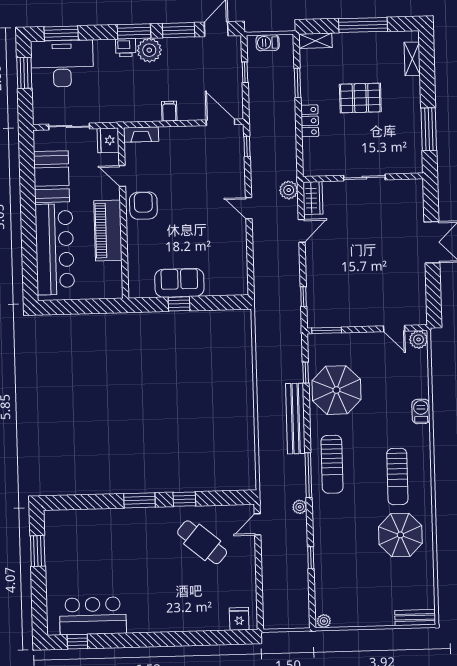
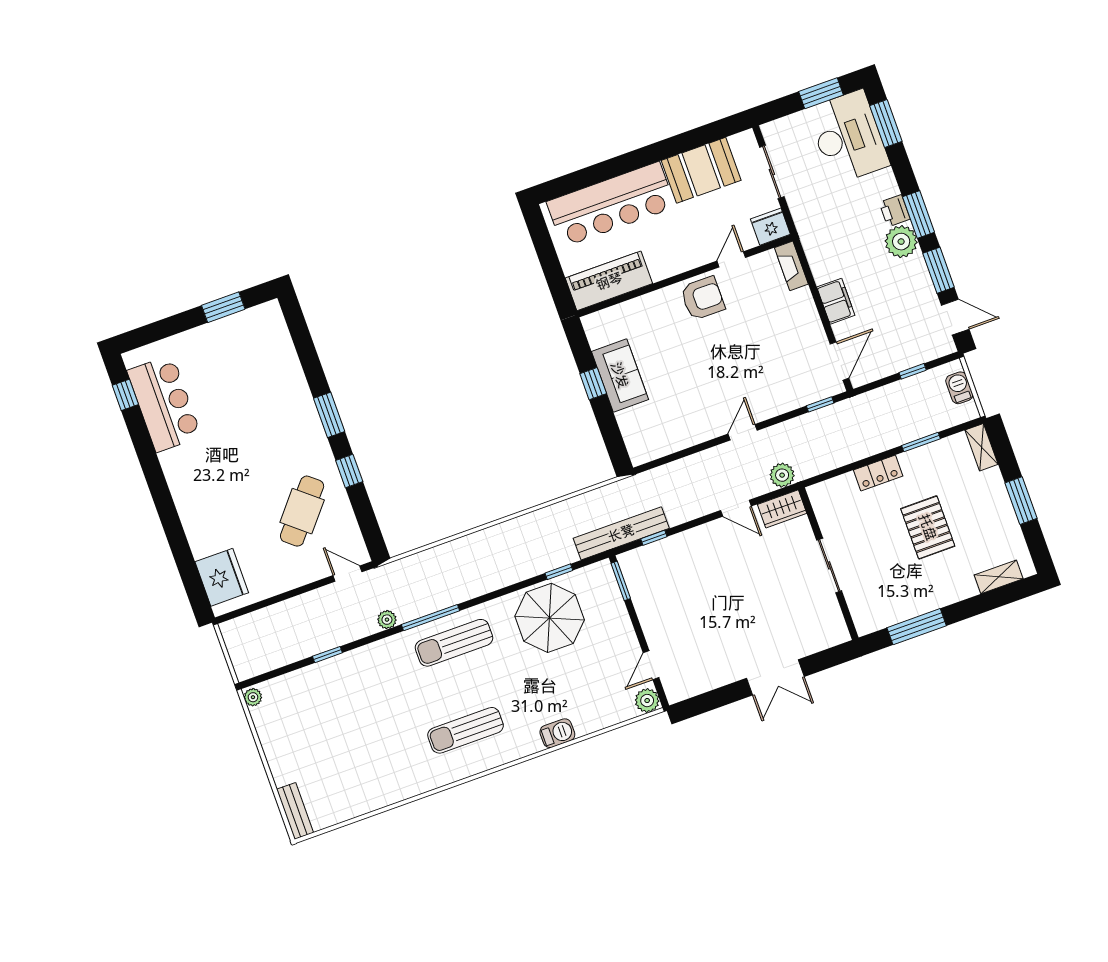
window: (363, 25) -> (1021, 501), width x0.69
filing cabinet: (169, 111) -> (836, 301), width x2.00
piano: (108, 230) -> (609, 281), moved
bench: (295, 419) -> (621, 533), moved
parasol: (400, 535) -> (393, 758), removed
fridge: (239, 619) -> (222, 577), width x1.88, depth x1.34

